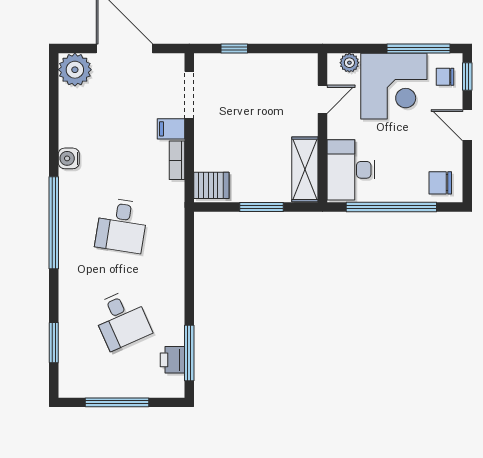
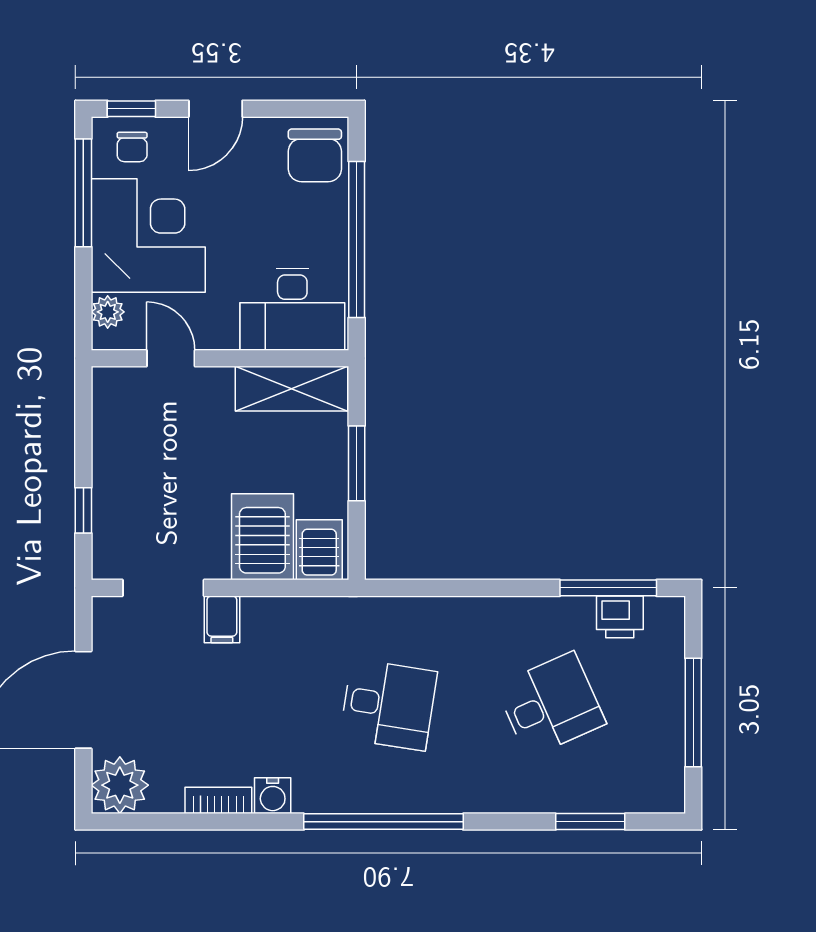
server rack: (219, 152) -> (262, 537), added
bookcase: (177, 160) -> (218, 800), moved, turned 180
chair: (440, 183) -> (315, 155), width x1.37, depth x1.37

